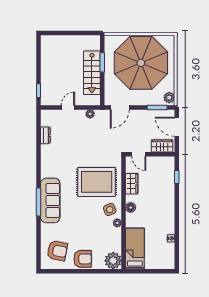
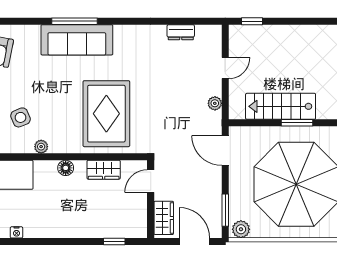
door: (68, 107) -> (225, 68), hinge flipped
door: (177, 127) -> (194, 241), hinge flipped
side table: (110, 210) -> (21, 117), moved

